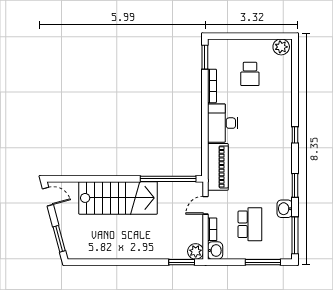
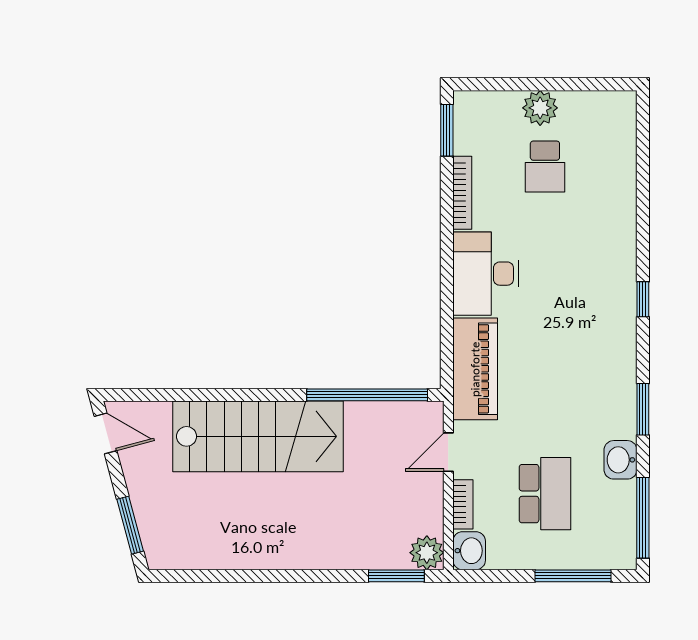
plant: (281, 47) -> (540, 108), moved

